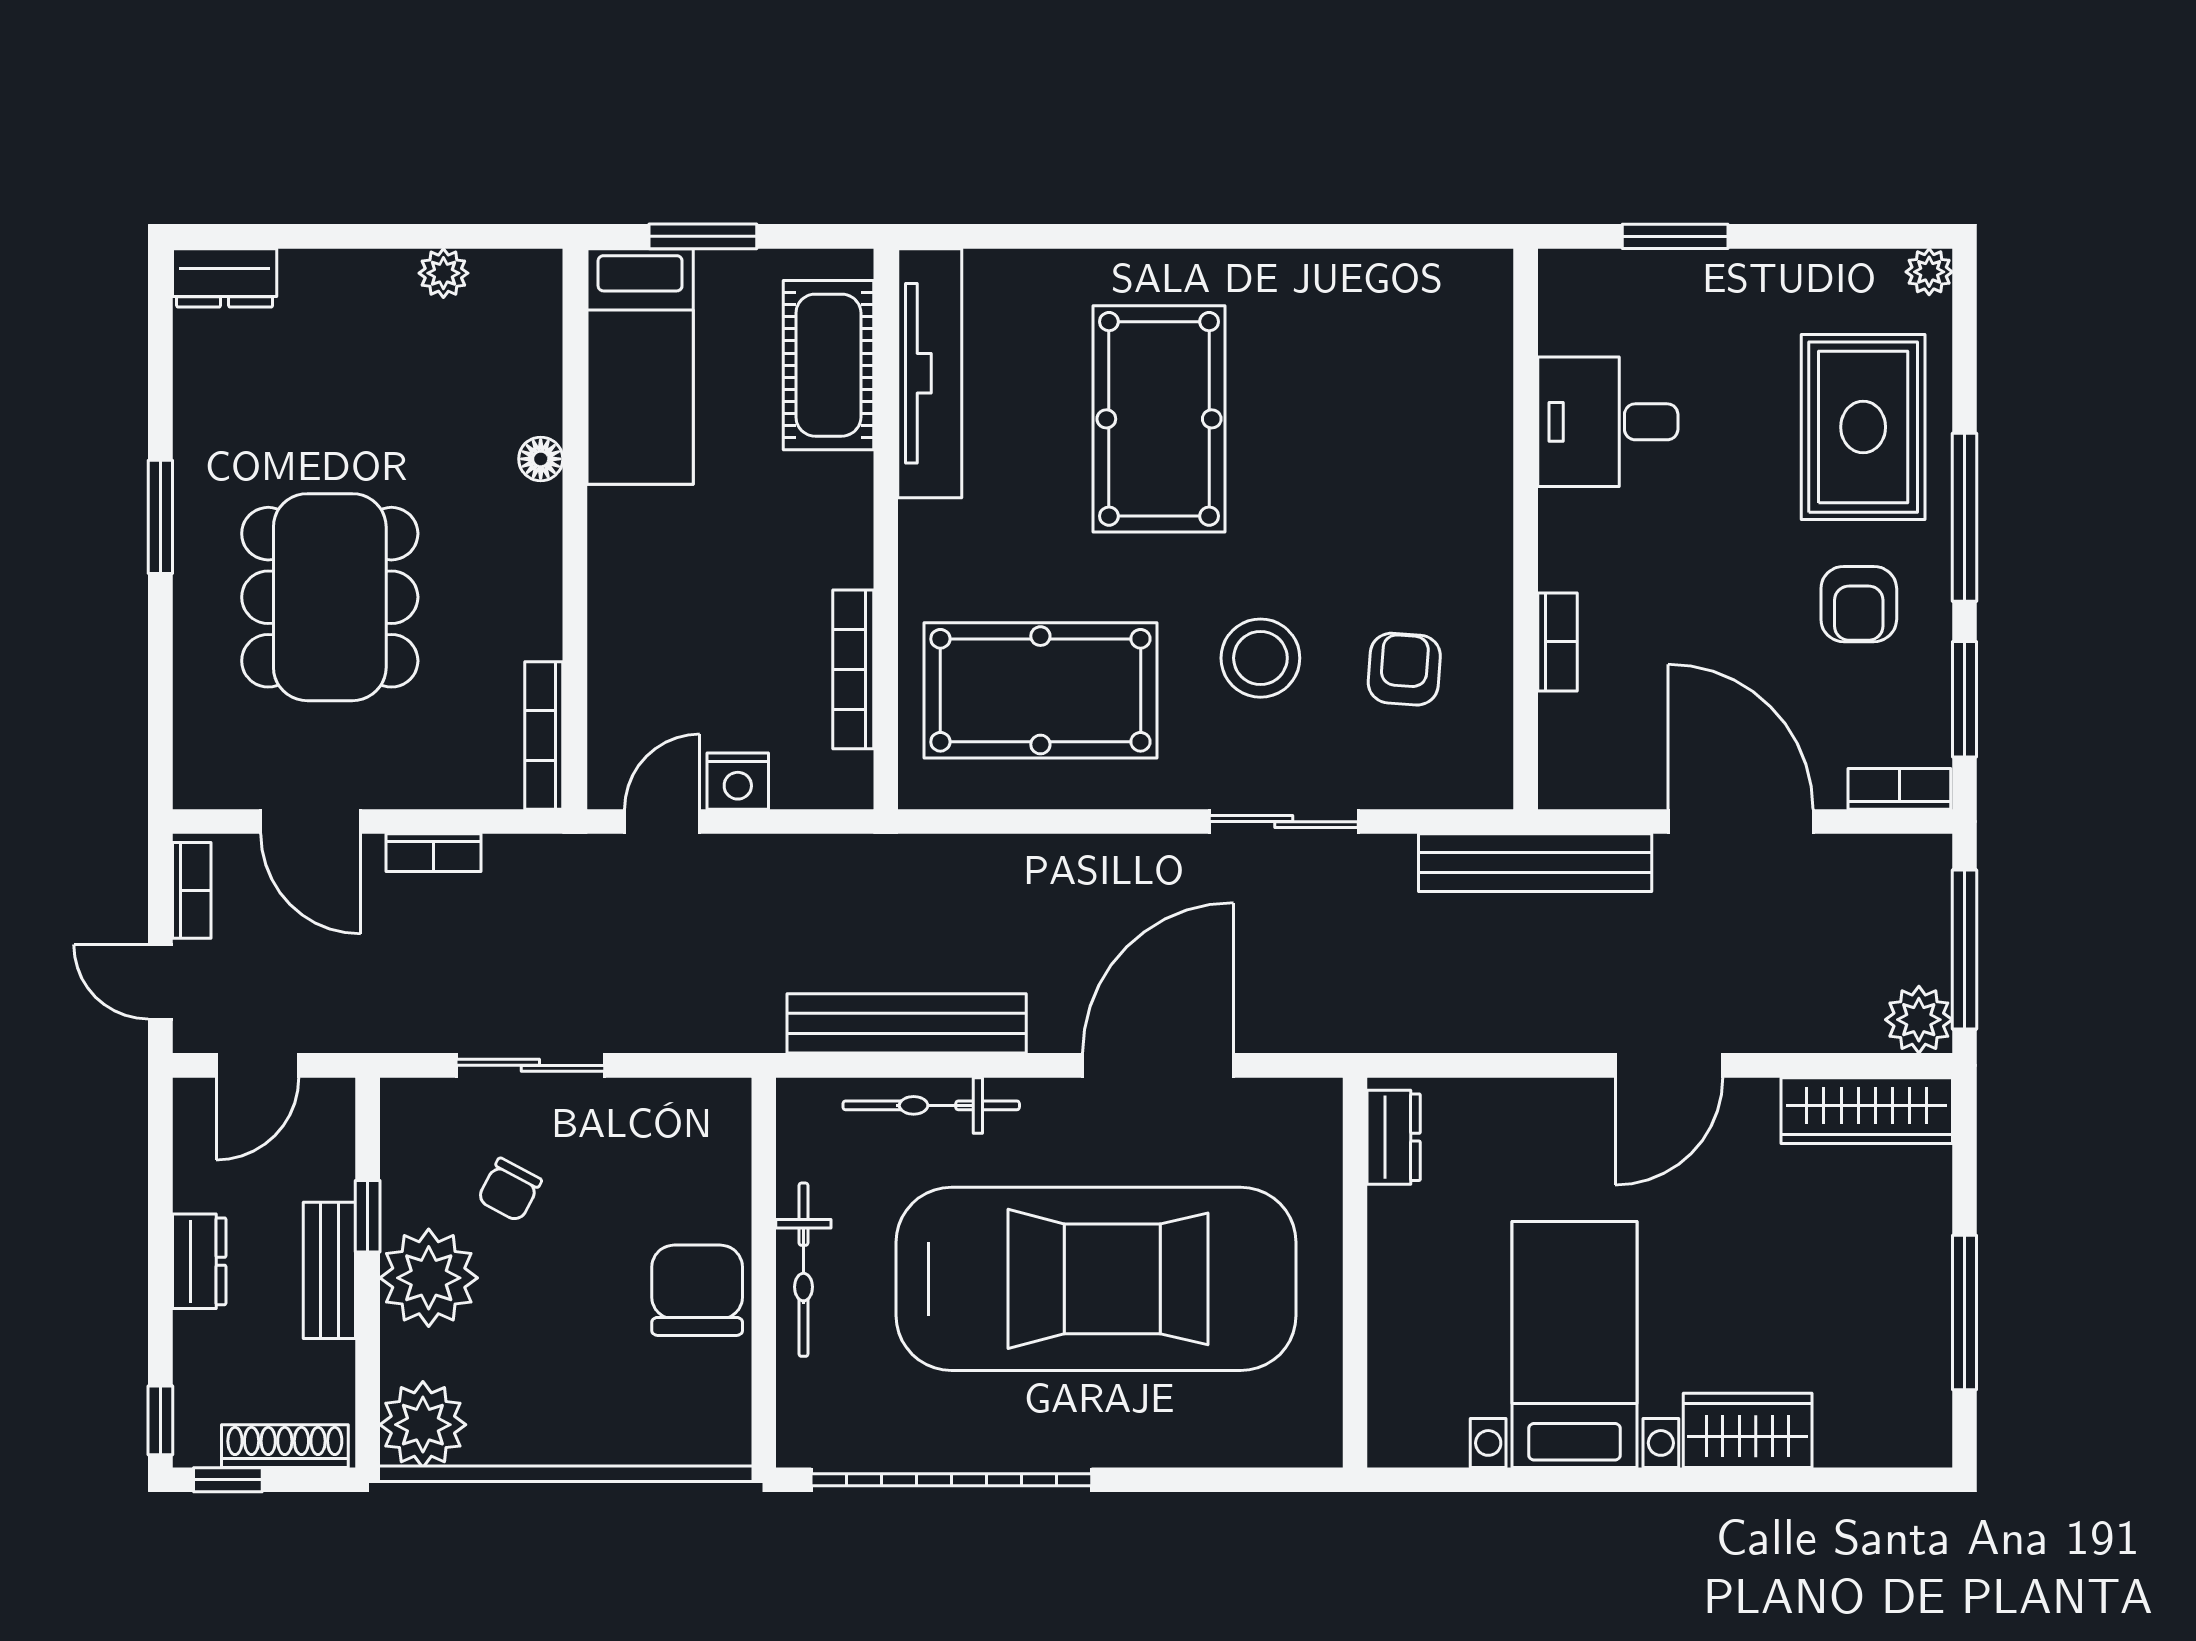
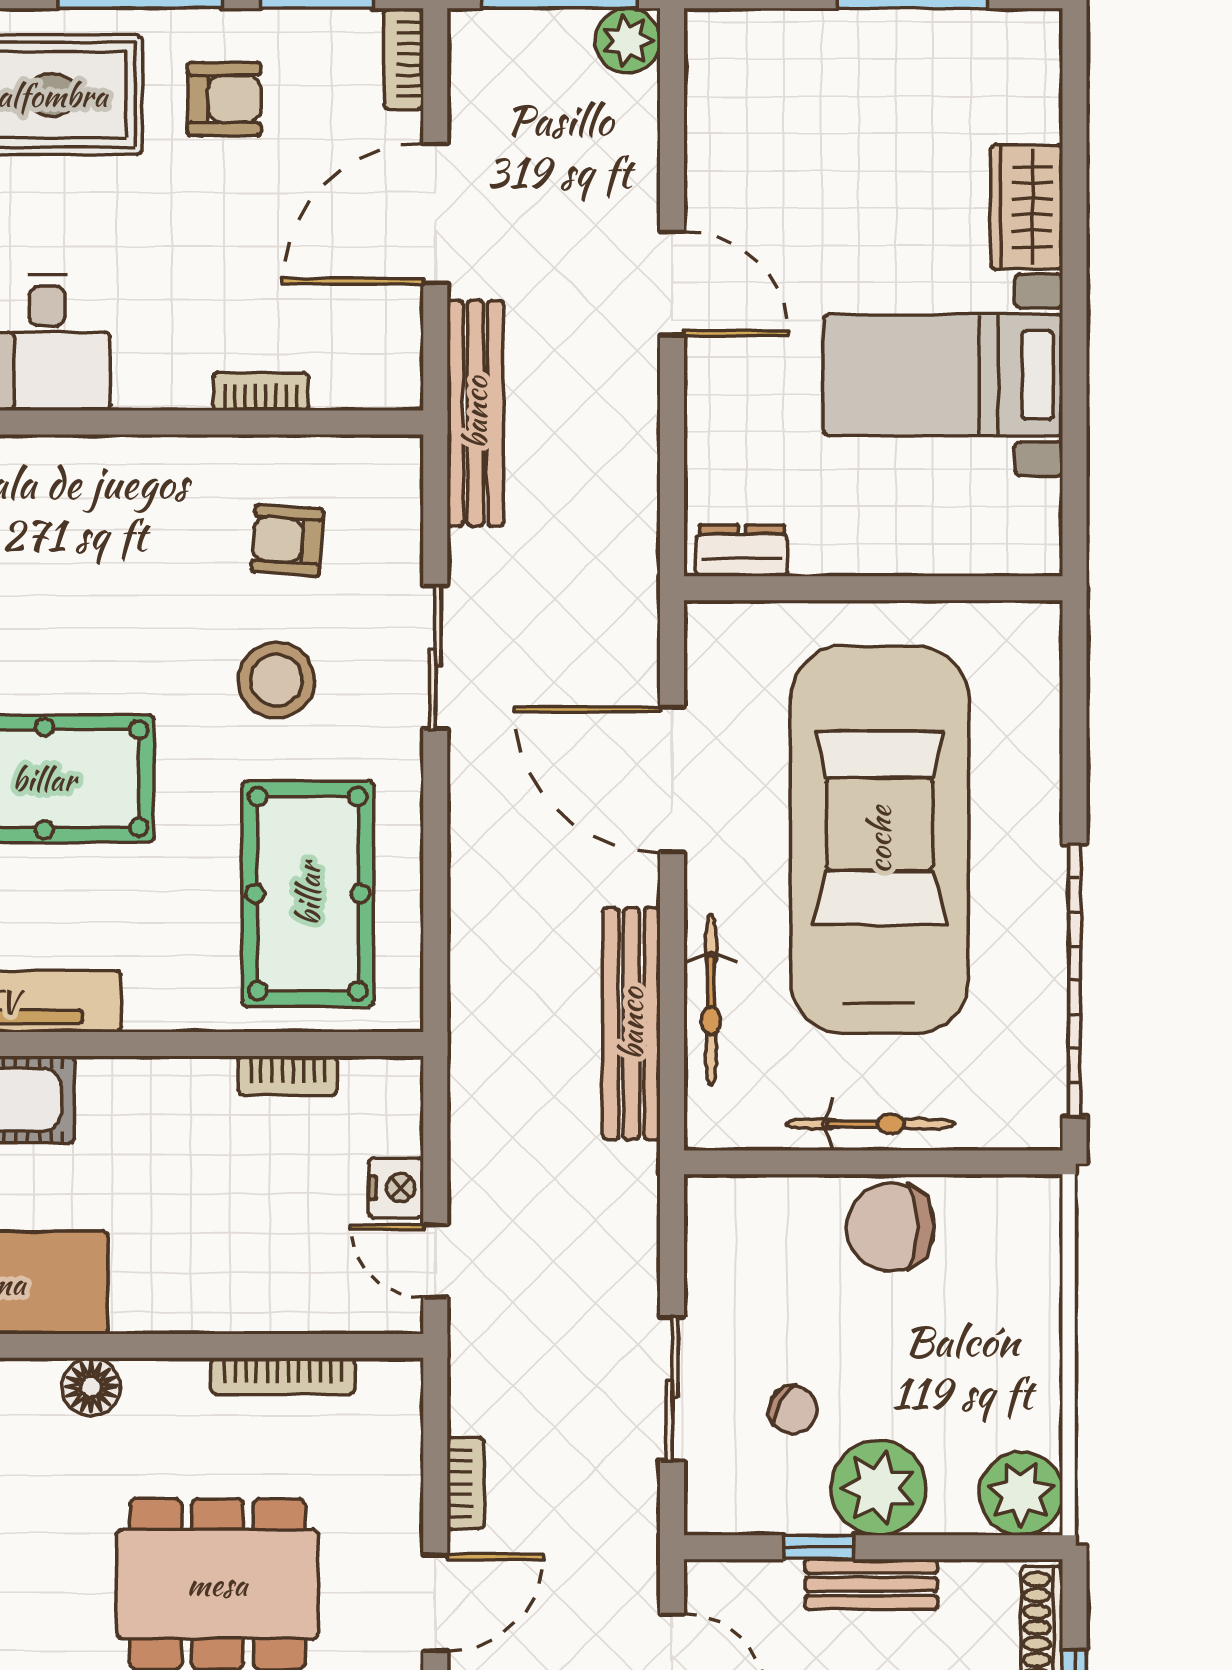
floor lamp: (541, 459) -> (91, 1387), width x1.37, depth x1.37
bookcase: (853, 669) -> (288, 1076), width x0.64
bookcase: (544, 735) -> (283, 1376), moved
wardrobe: (1867, 1111) -> (716, 91), removed

